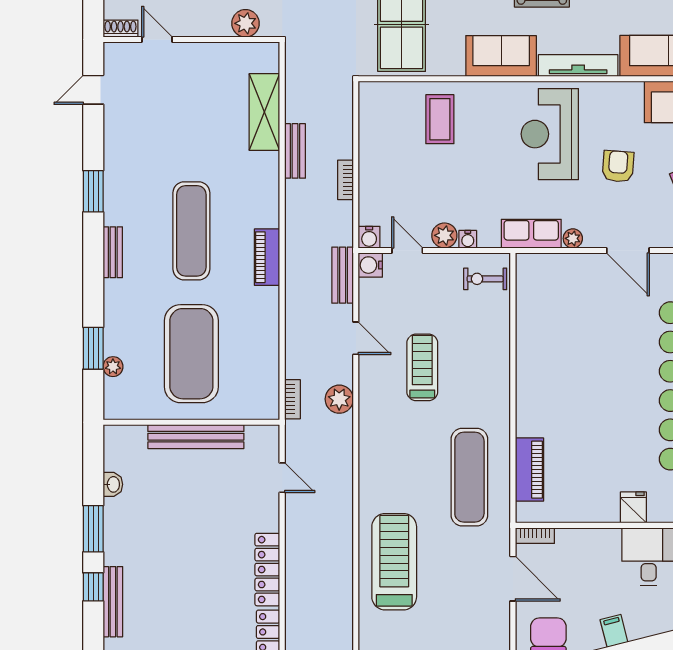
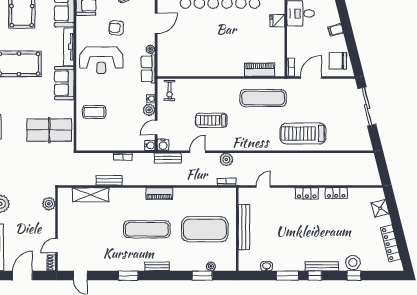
locker: (267, 570) -> (307, 193), width x0.66

